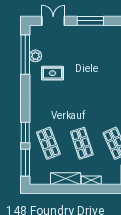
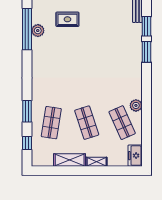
rug: (52, 73) -> (67, 19), moved
shop shelf: (48, 143) -> (51, 123), turned 30
window: (25, 163) -> (27, 143), width x0.46

